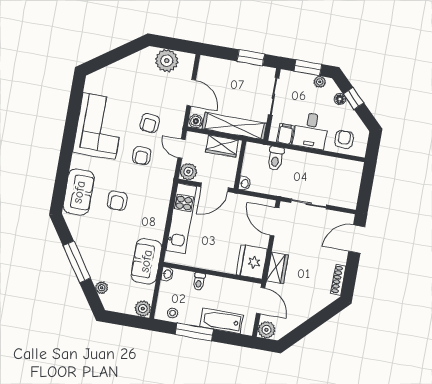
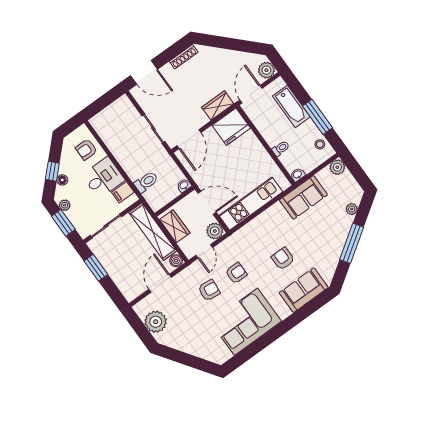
armchair: (117, 201) -> (283, 259), turned -90

